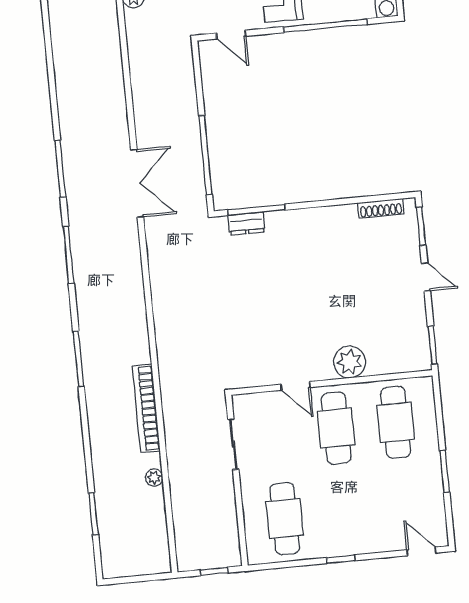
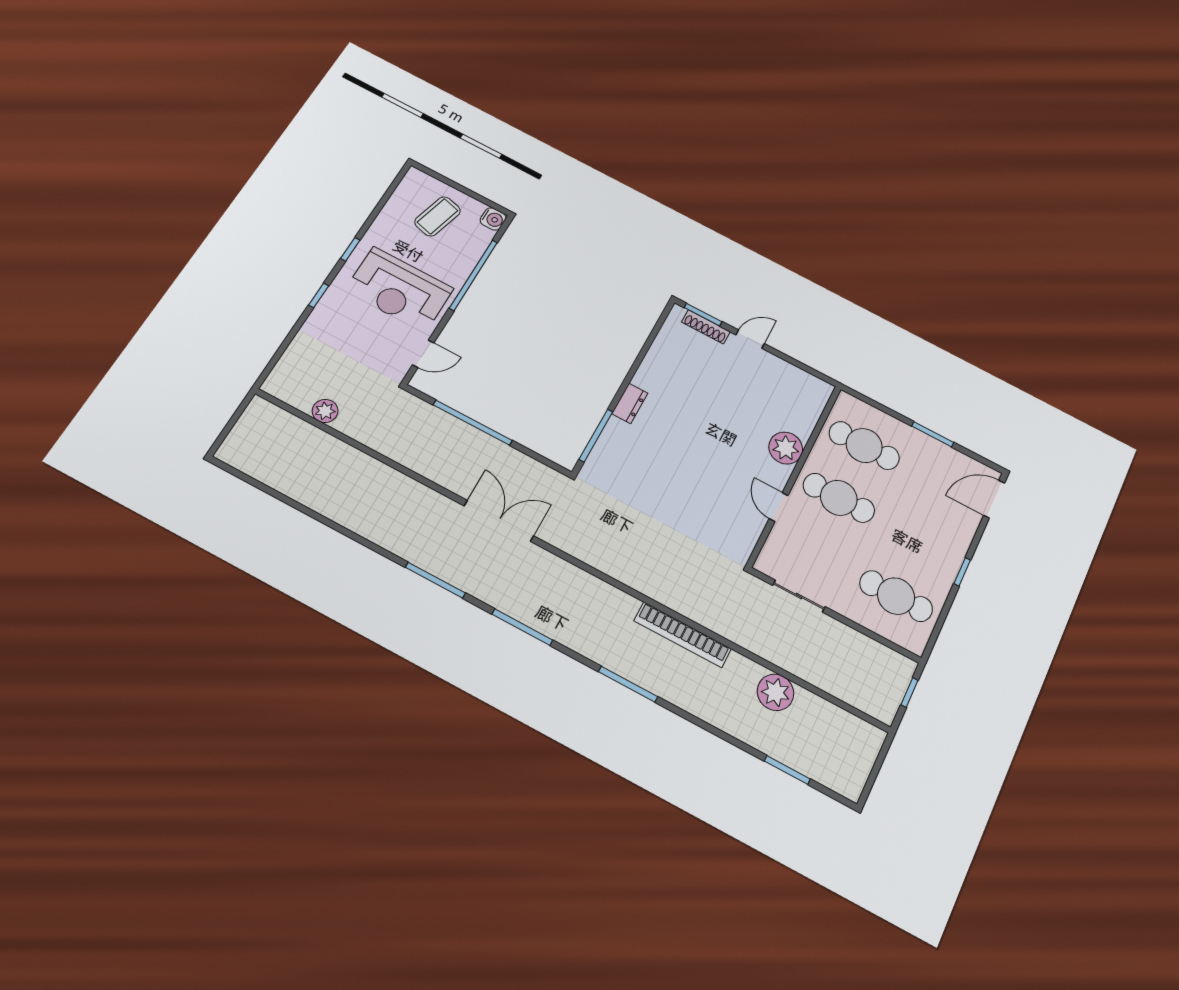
window: (205, 155) -> (473, 423), moved
shoe rack: (381, 208) -> (706, 327), moved, turned 90
dresser: (246, 224) -> (630, 403), moved
window: (432, 345) -> (814, 372), removed
door: (296, 386) -> (779, 507), swing flipped
bookcase: (146, 408) -> (683, 635), moved
plant: (154, 478) -> (776, 692), width x1.88, depth x1.88
door: (421, 551) -> (994, 499), width x1.38

